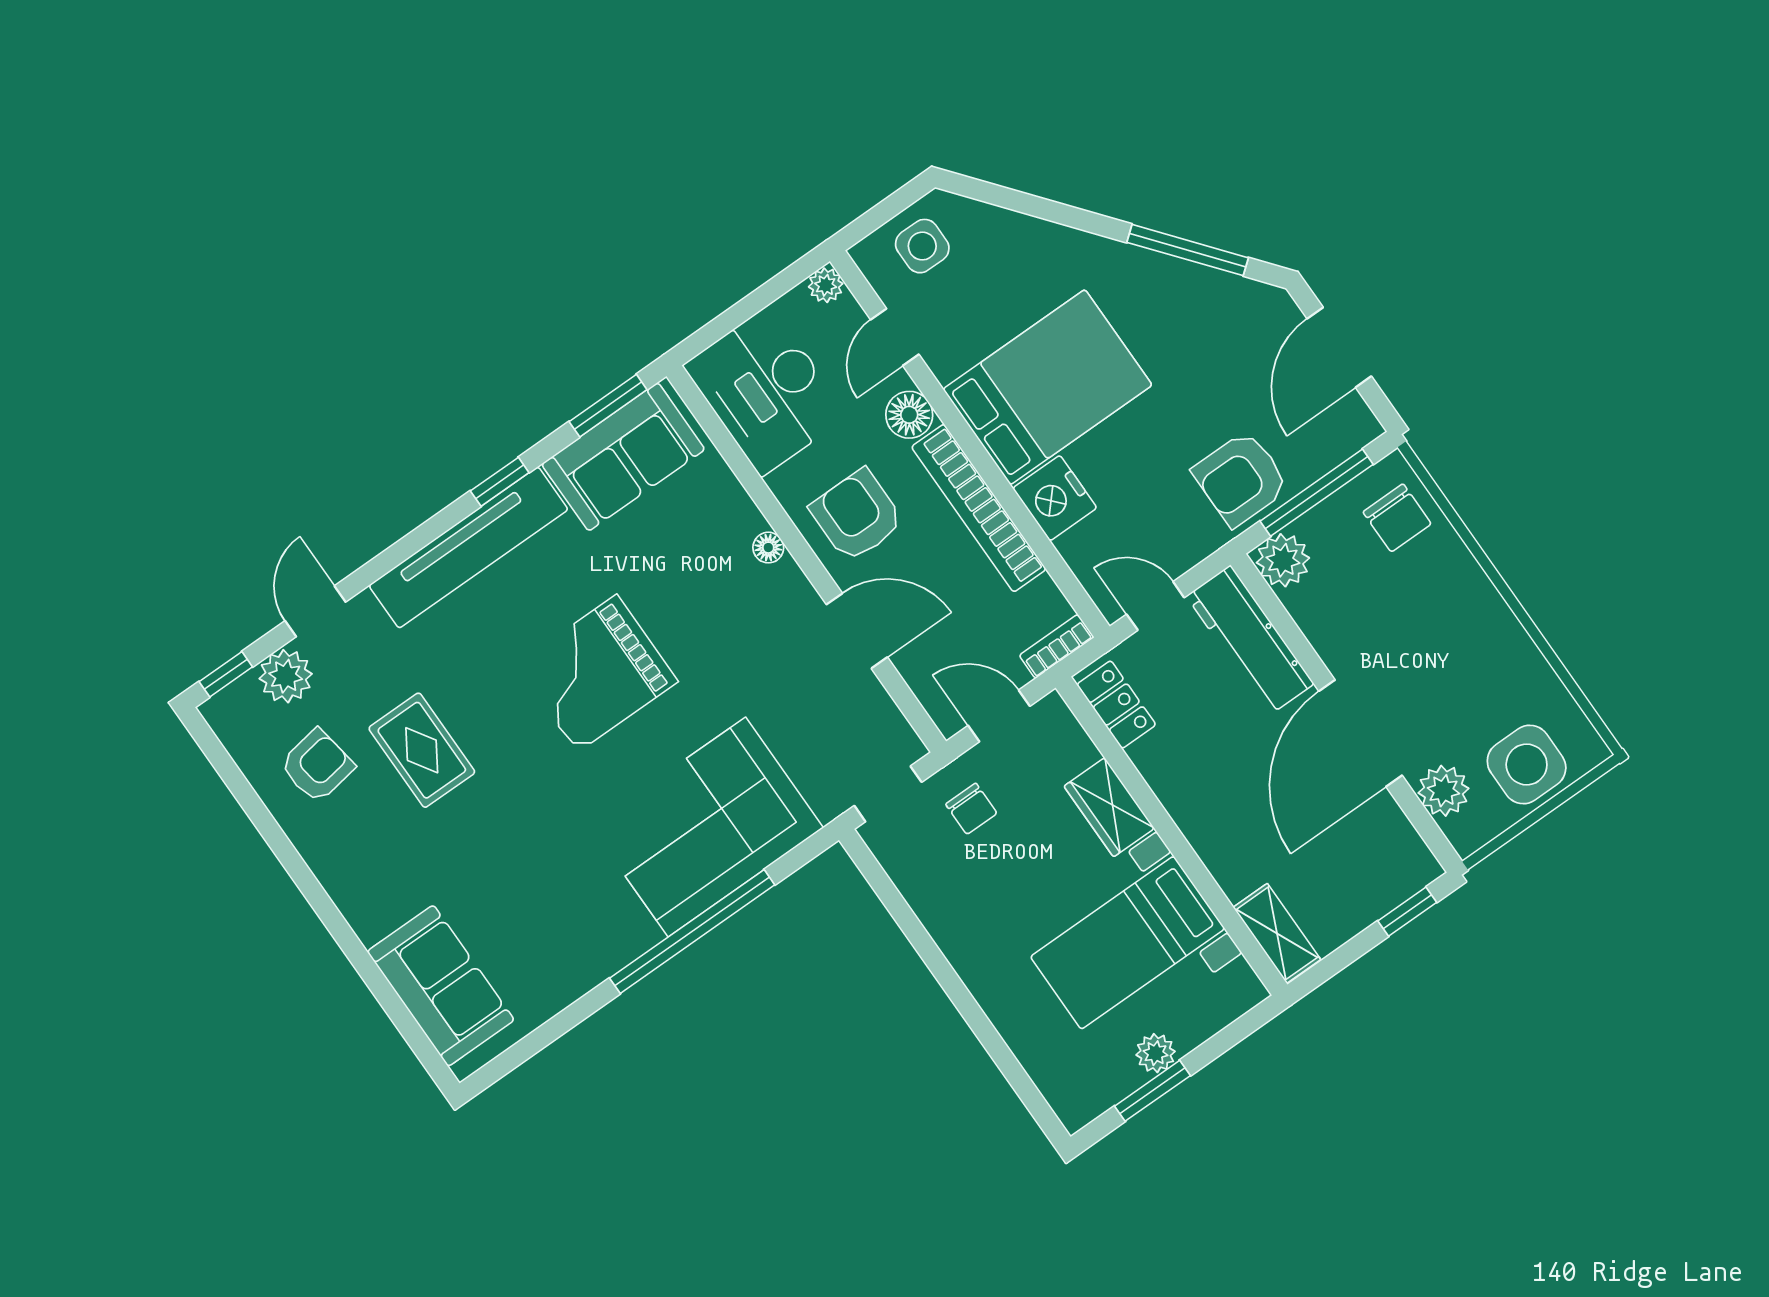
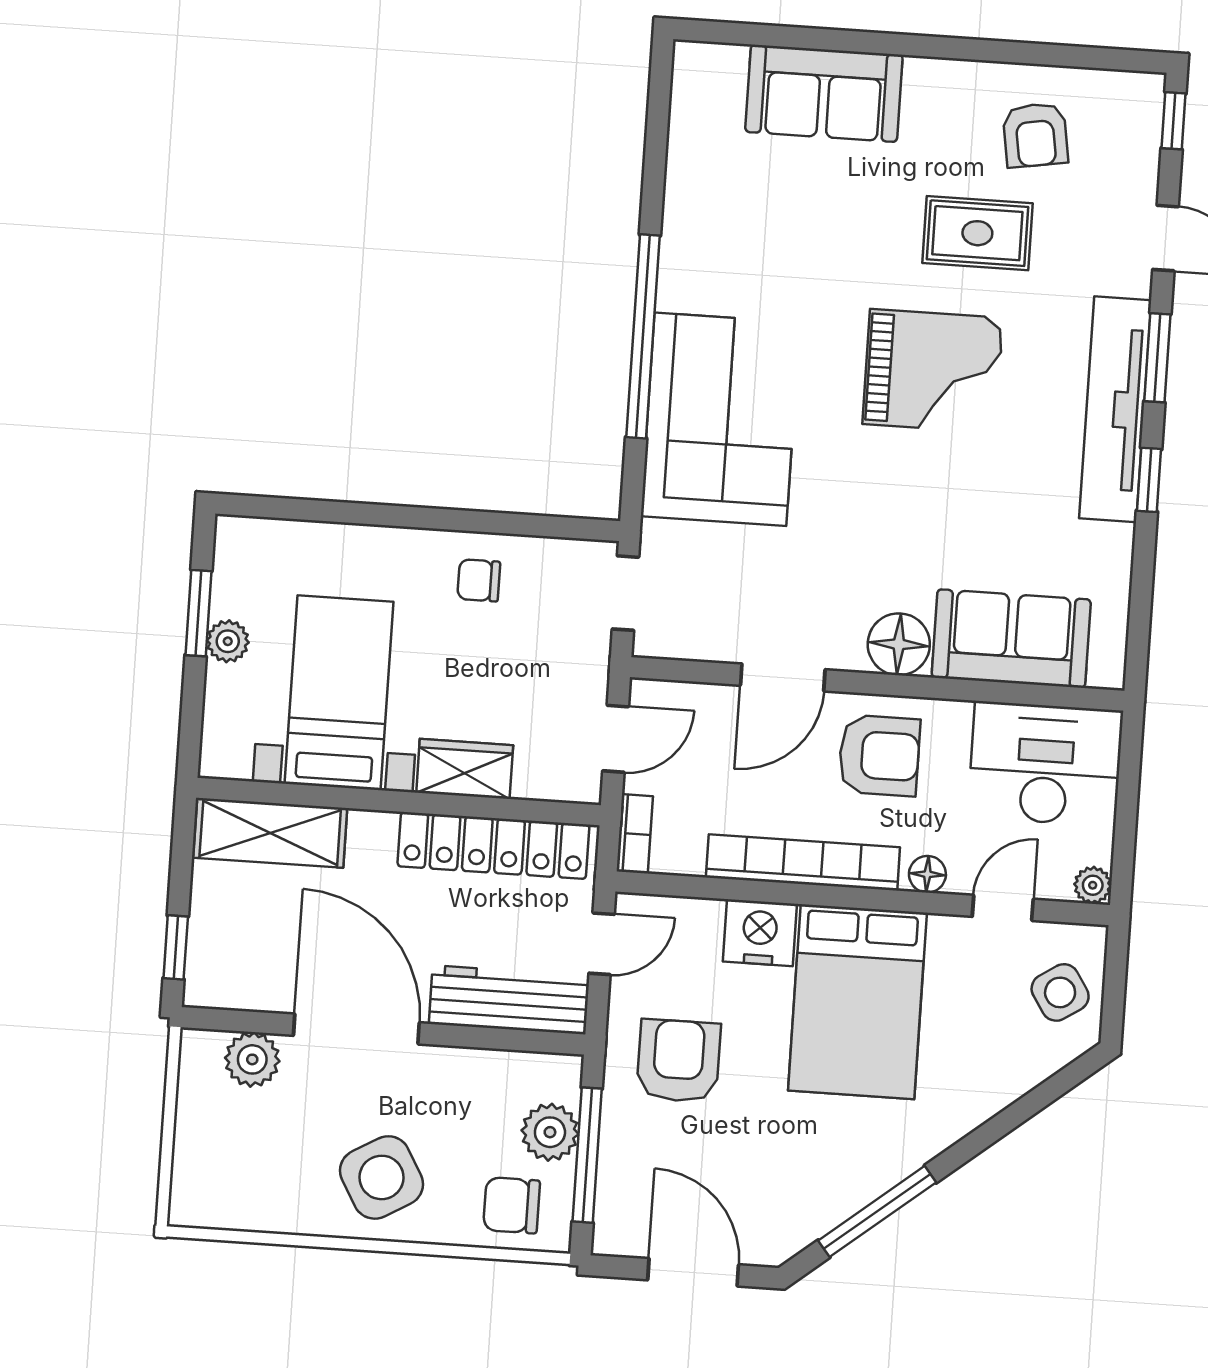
side table: (922, 246) -> (1060, 992), turned -33
door: (895, 337) -> (1003, 908), hinge flipped
window: (608, 406) -> (1157, 358), moved
floor lamp: (909, 415) -> (927, 874), width x0.73, depth x0.73
sofa: (623, 457) -> (1011, 639), moved, turned 90
armchair: (1241, 479) -> (679, 1061), moved
floor lamp: (768, 548) -> (899, 644), width x1.89, depth x1.89
plant: (1283, 560) -> (550, 1132), moved
grand piano: (597, 673) -> (933, 371), moved, turned 90
plant: (286, 676) -> (1131, 169), removed
locker: (1116, 705) -> (493, 845), width x2.16, depth x1.21
side table: (1527, 765) -> (381, 1177), moved, turned -30
chair: (971, 809) -> (479, 580), moved
shelving: (1277, 933) -> (270, 833), width x1.50, depth x1.33
sofa: (441, 986) -> (824, 93), moved

